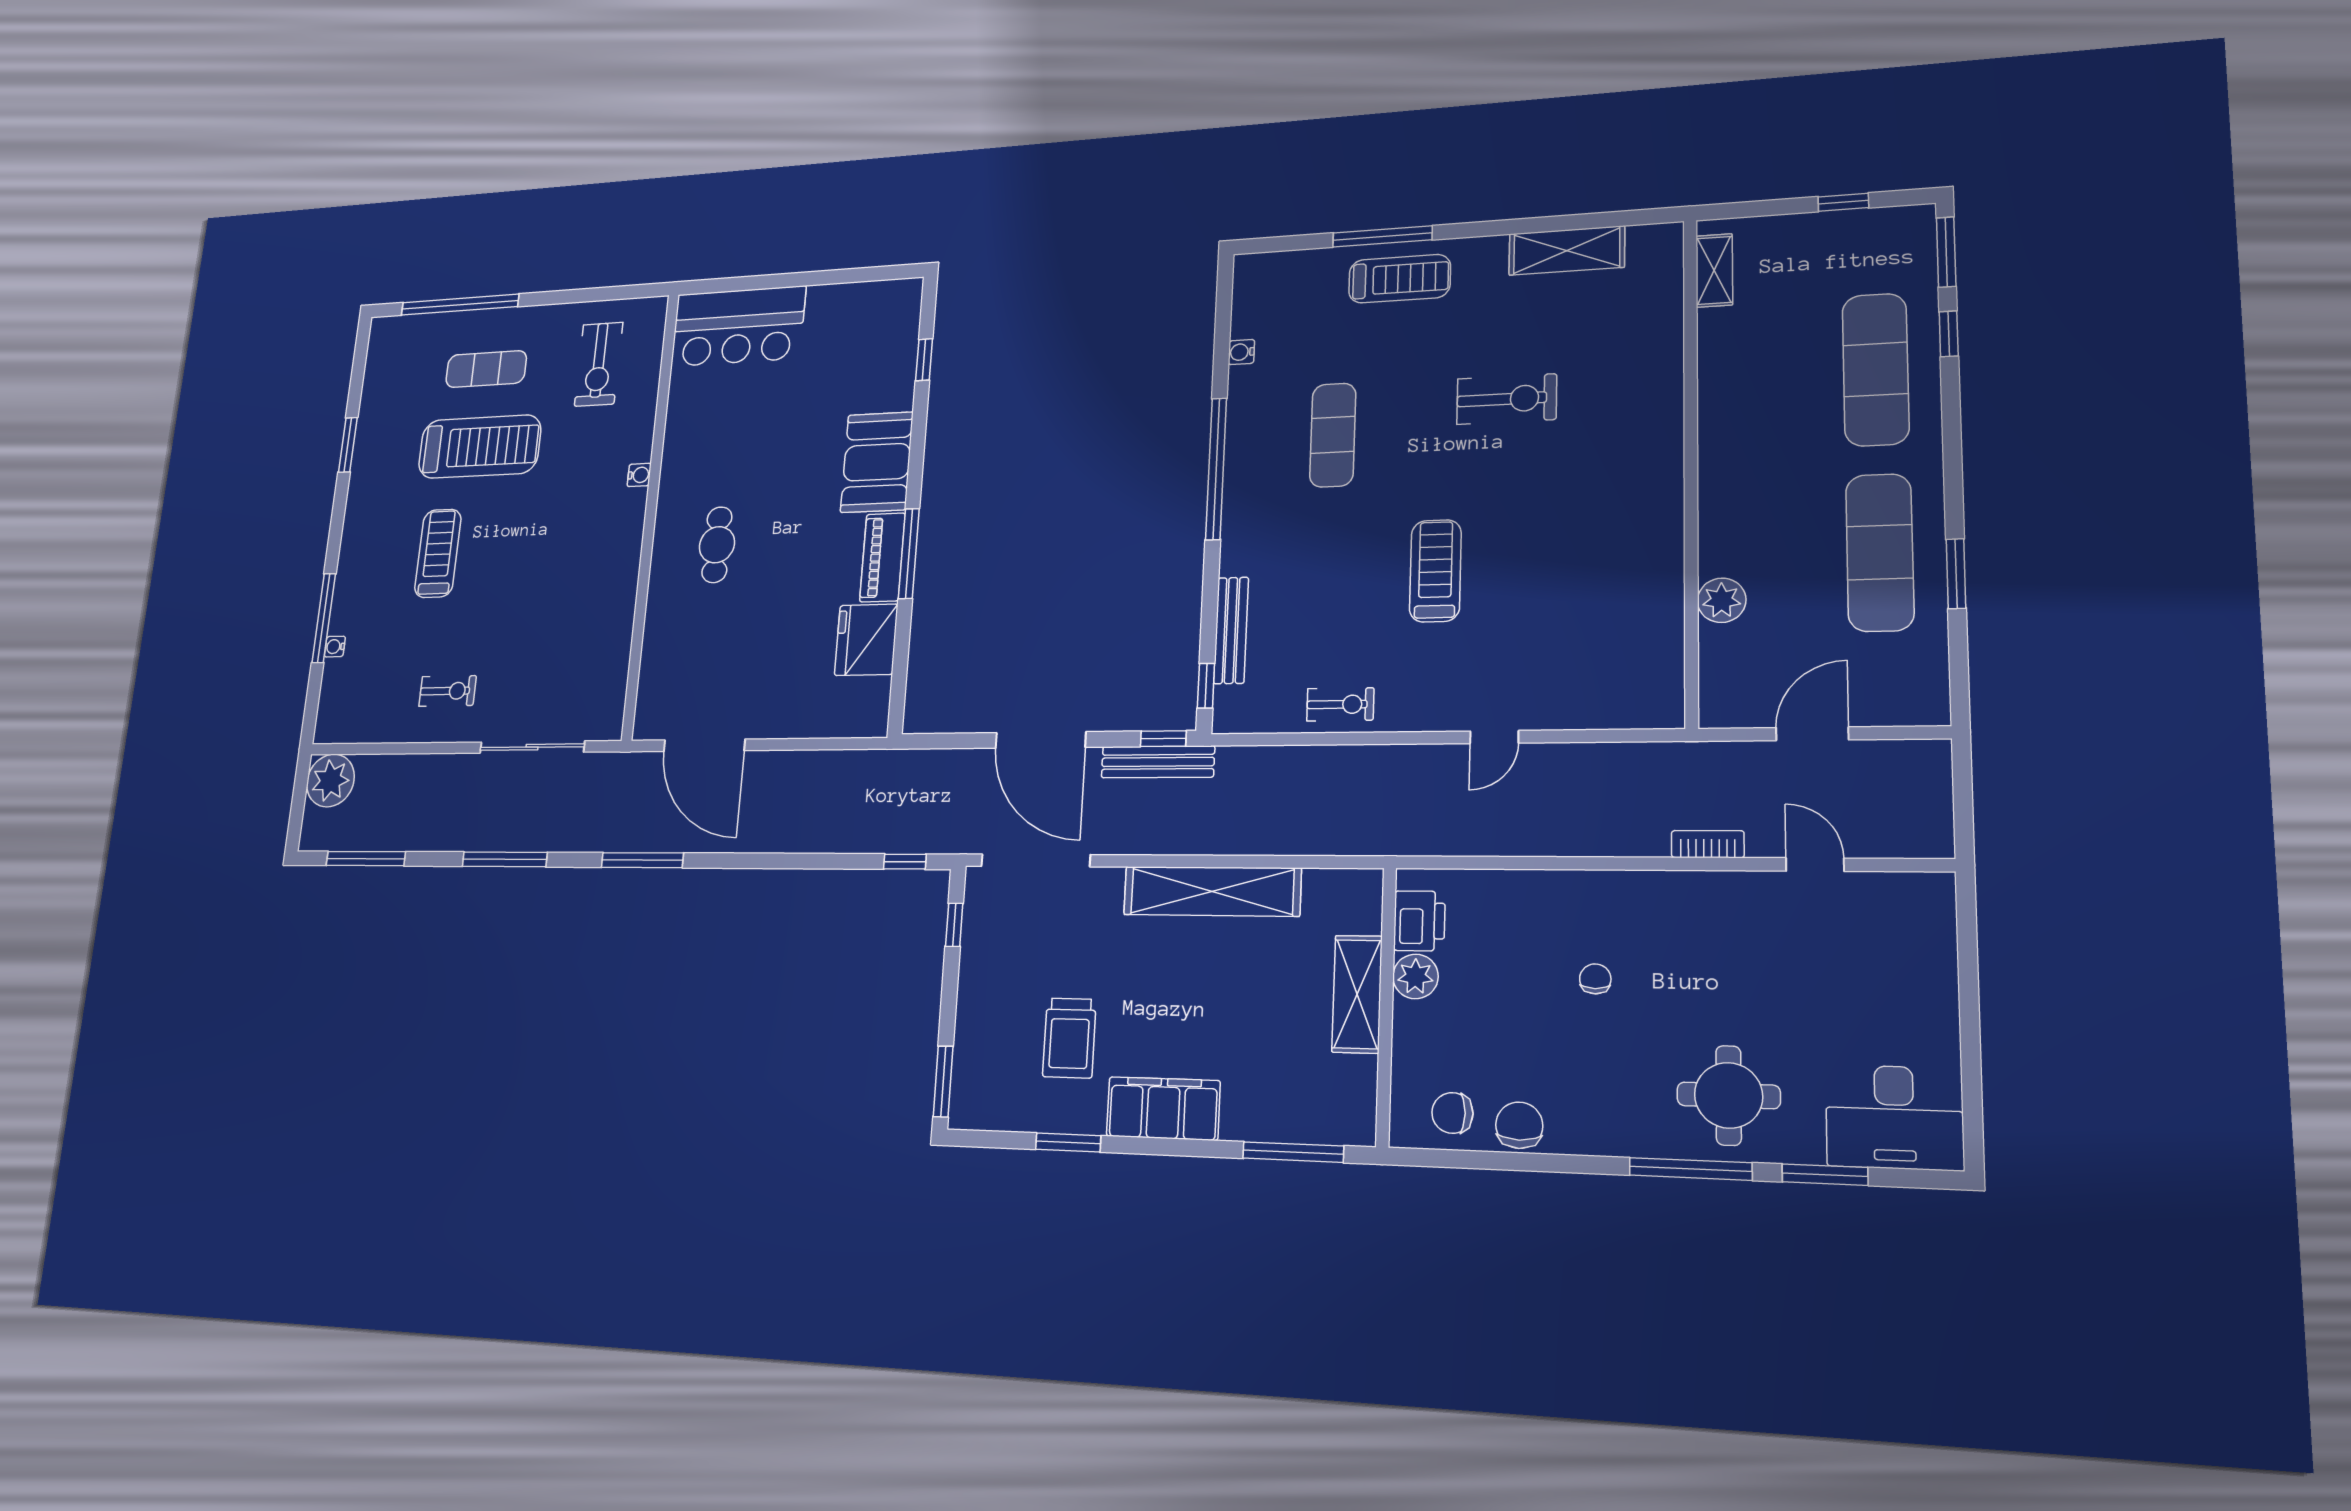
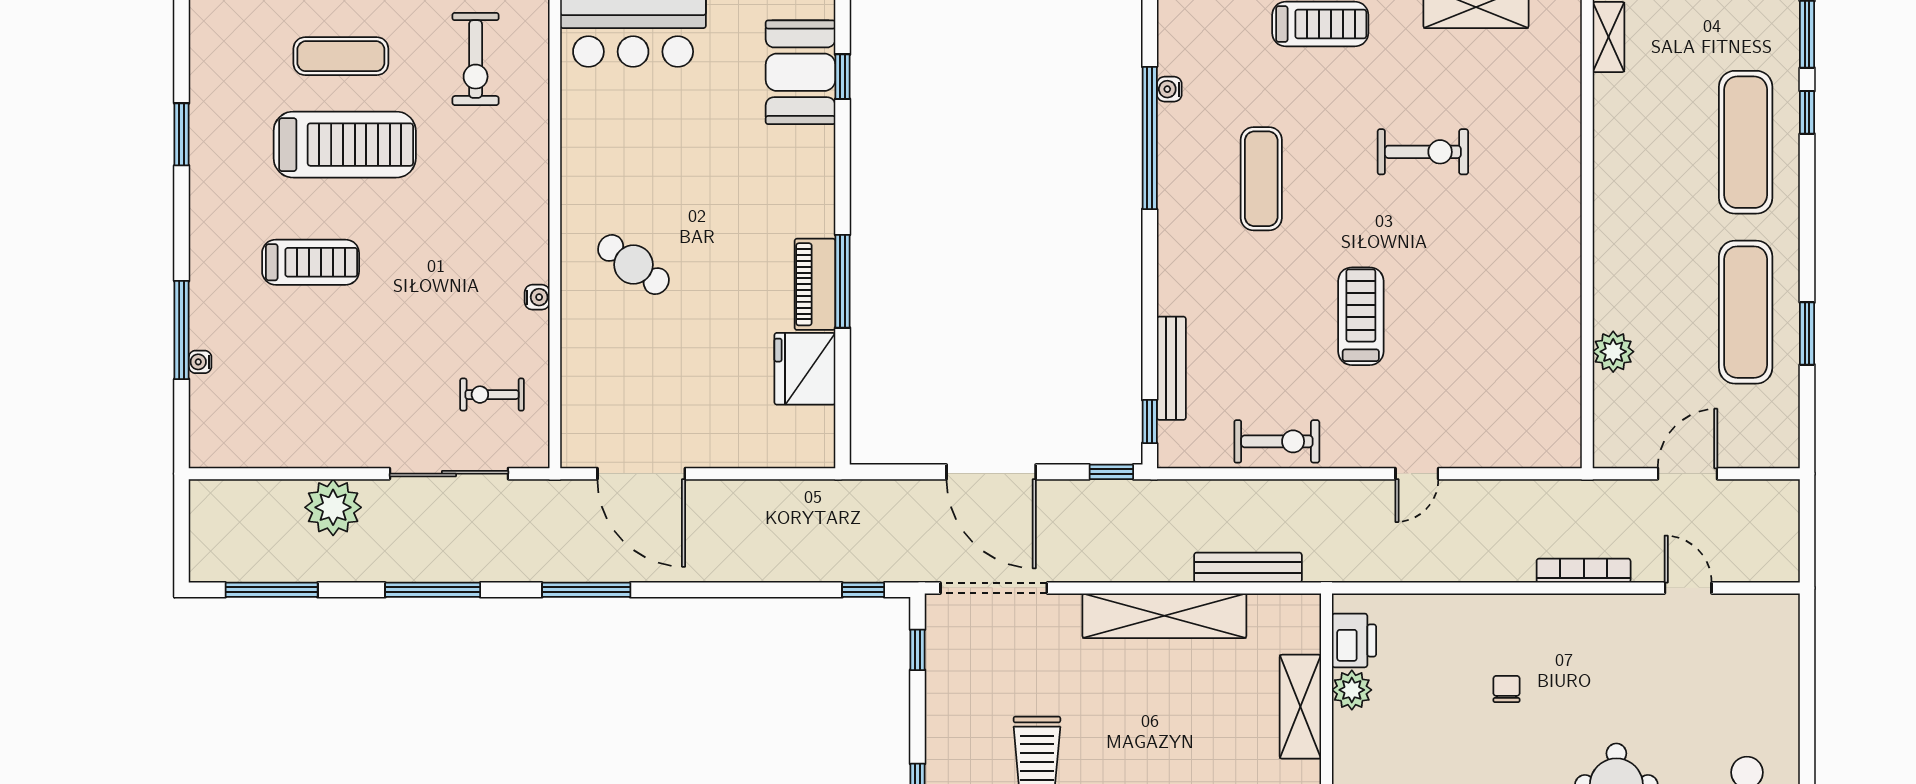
booth: (877, 462) -> (801, 72), moved
window: (1216, 469) -> (1150, 138), moved
water cooler: (639, 475) -> (537, 297), moved
cafe table: (717, 545) -> (633, 265), turned -54
treadmill: (438, 553) -> (311, 262), turned 90
exercise bike: (448, 691) -> (492, 395), moved, turned 180
exercise bike: (1340, 704) -> (1277, 441), width x1.38, depth x1.39
bench: (1158, 762) -> (1248, 568), moved
plant: (330, 781) -> (333, 507), moved
bookcase: (1708, 844) -> (1584, 571), width x1.56

